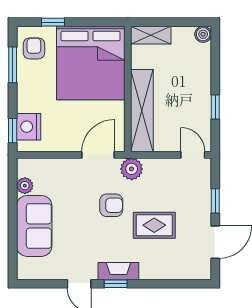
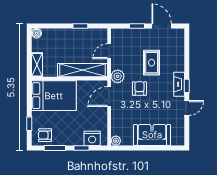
bed: (91, 63) -> (54, 96), width x0.73
window: (13, 131) -> (82, 148), moved
door: (98, 155) -> (109, 97), hinge flipped
door: (193, 155) -> (109, 51), moved
plant: (25, 186) -> (116, 141), moved

